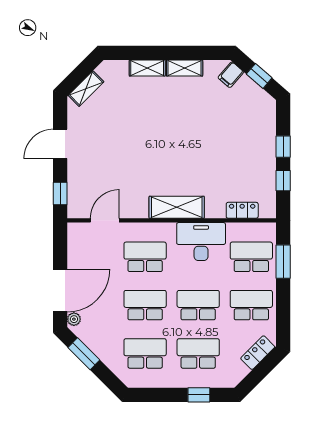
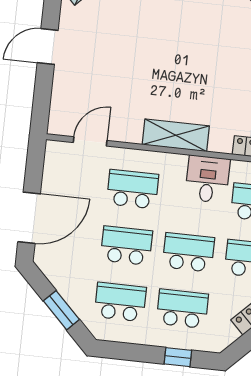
window: (60, 193) -> (41, 104), removed
desk: (201, 242) -> (208, 179), width x0.73
plant: (74, 319) -> (42, 253), removed
window: (84, 354) -> (61, 310), moved

